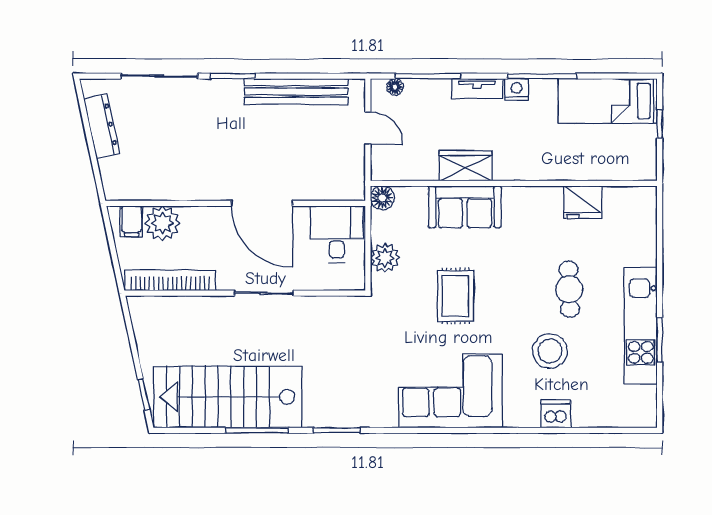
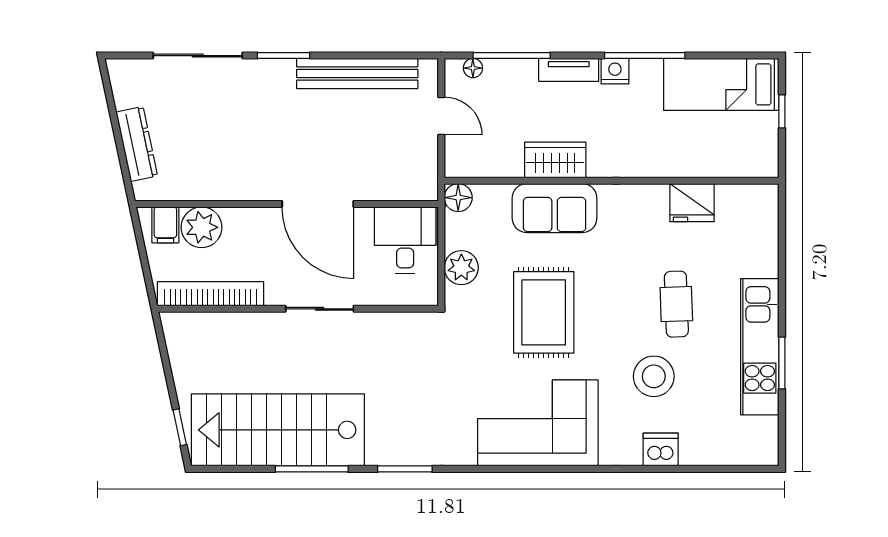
dresser: (101, 126) -> (137, 144), moved
rug: (456, 296) -> (544, 312), width x1.36, depth x1.43

